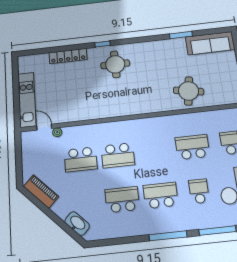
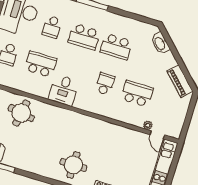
desk: (157, 131) -> (64, 90), added
school desk: (192, 147) -> (41, 64), turned 180
school desk: (118, 155) -> (105, 84), width x0.54

